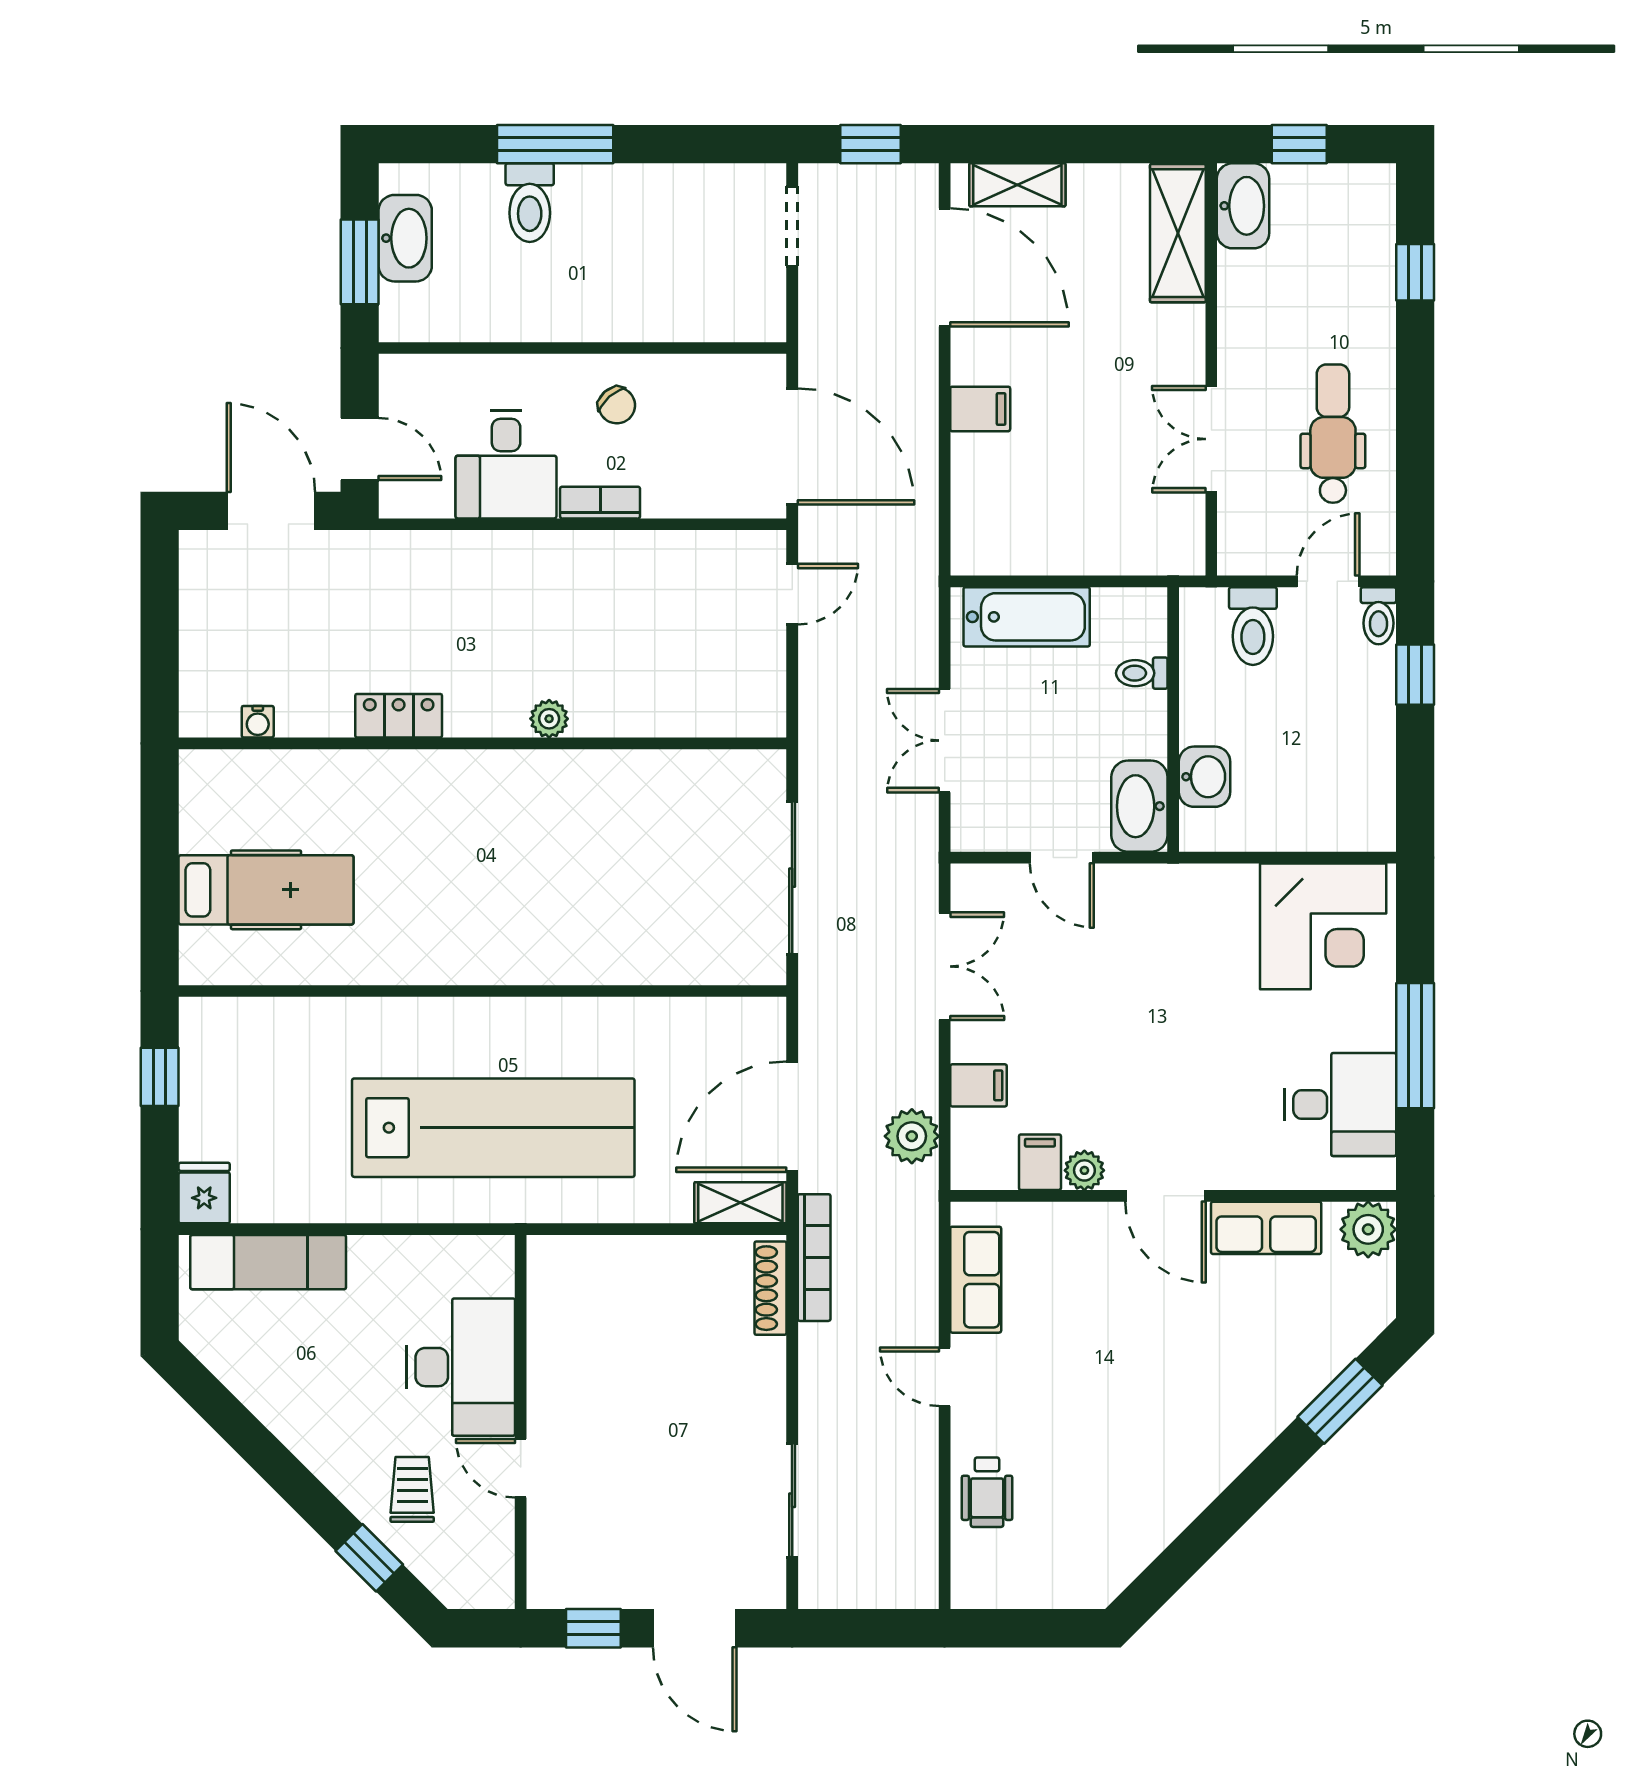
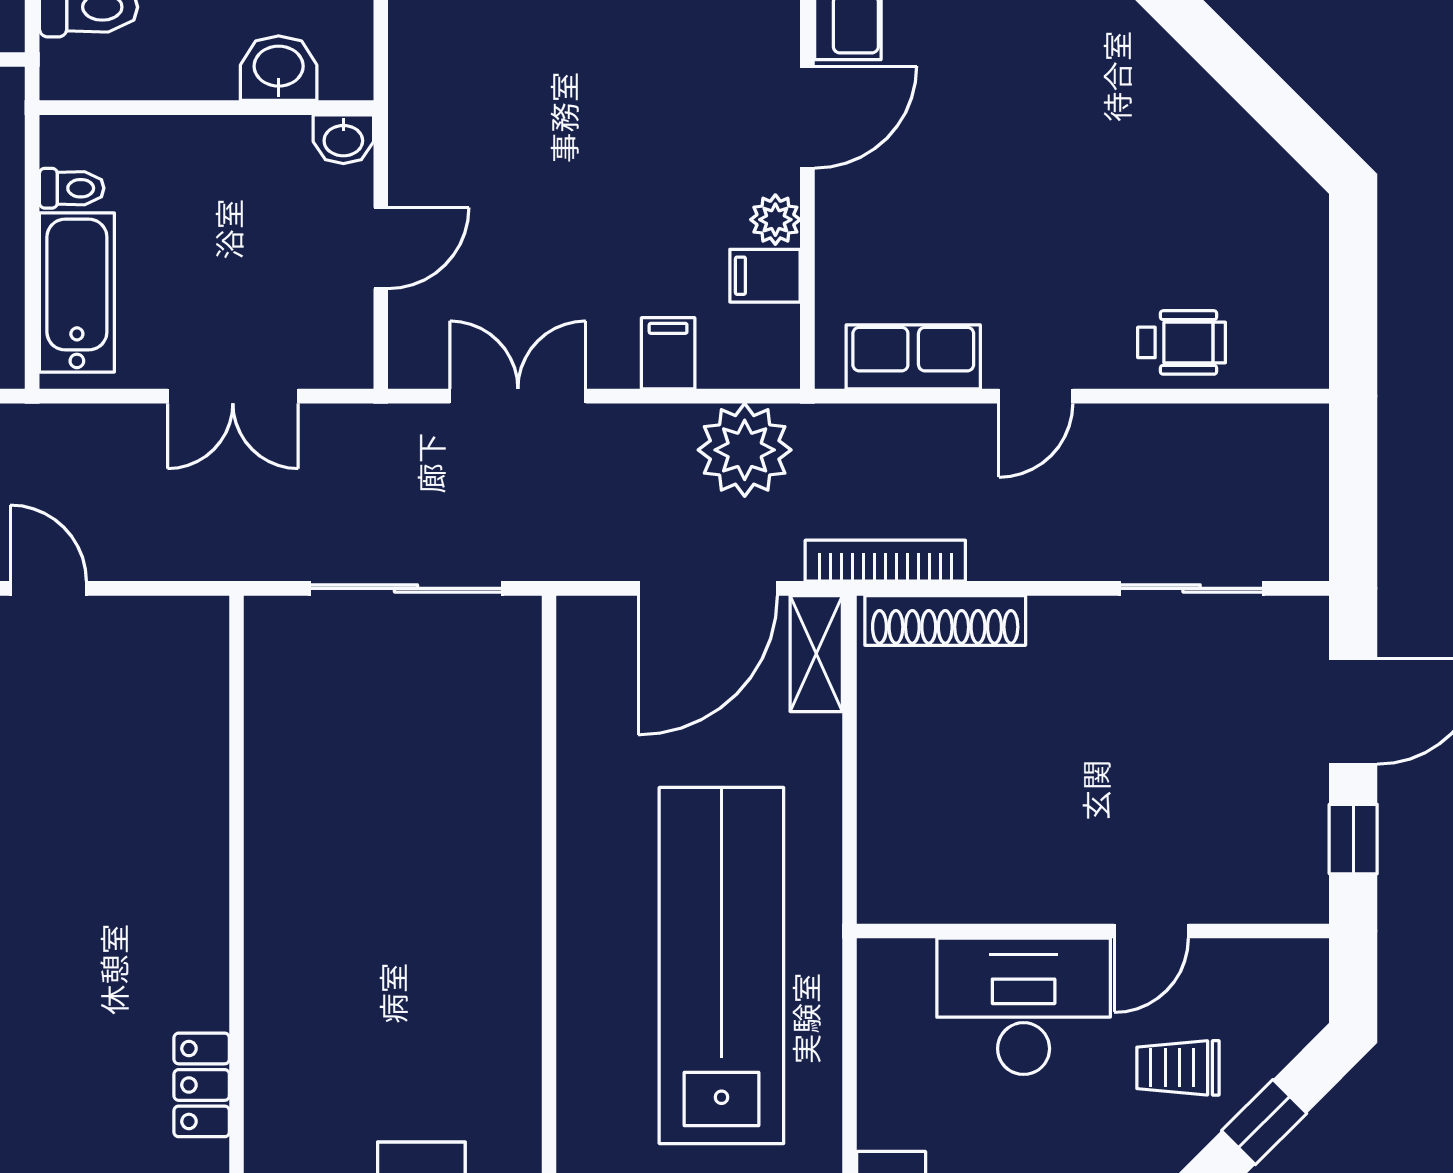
toilet: (1142, 673) -> (72, 188), moved, turned -90
plant: (549, 719) -> (205, 895), removed
washbasin: (1139, 806) -> (343, 139), width x0.52, depth x0.69
door: (792, 1117) -> (708, 588), hinge flipped
plant: (912, 1136) -> (745, 450), width x1.36, depth x1.36
shoe rack: (770, 1288) -> (945, 620), width x1.36, depth x1.24

